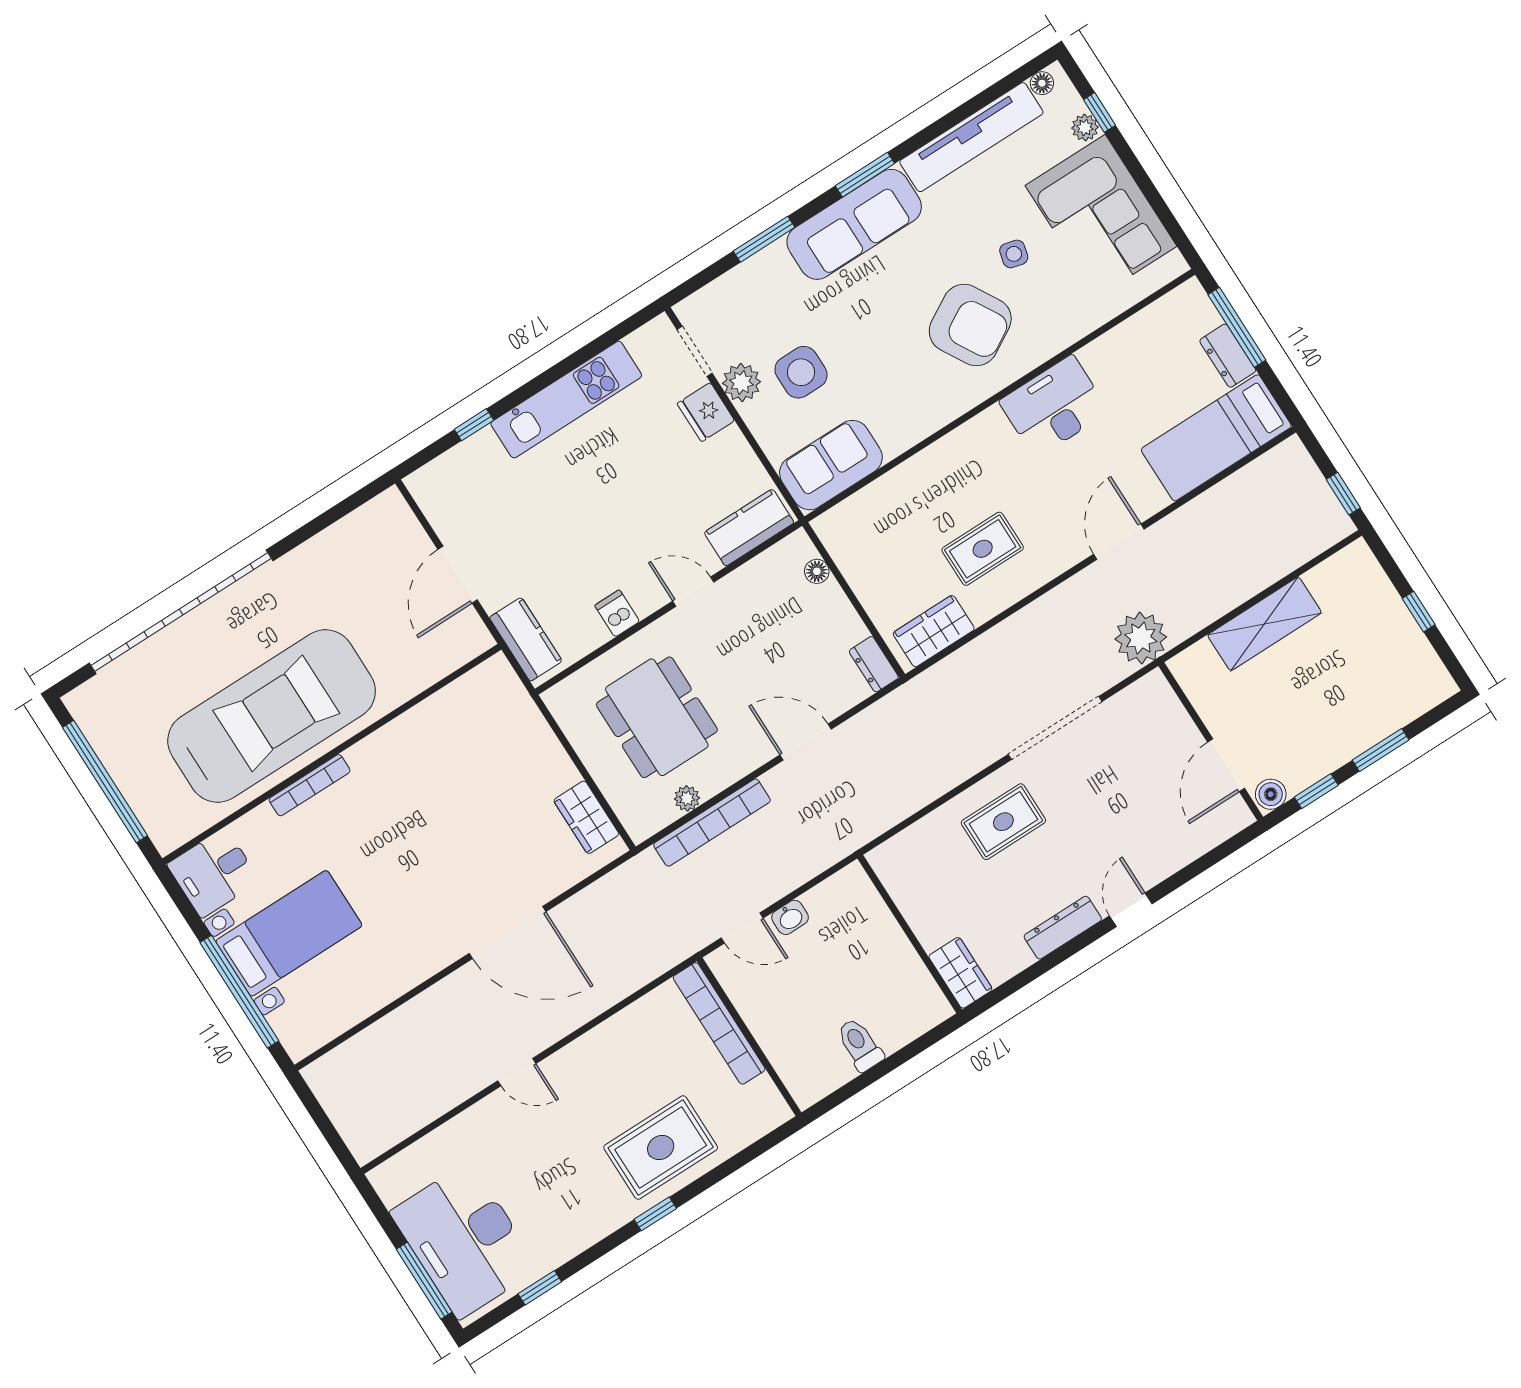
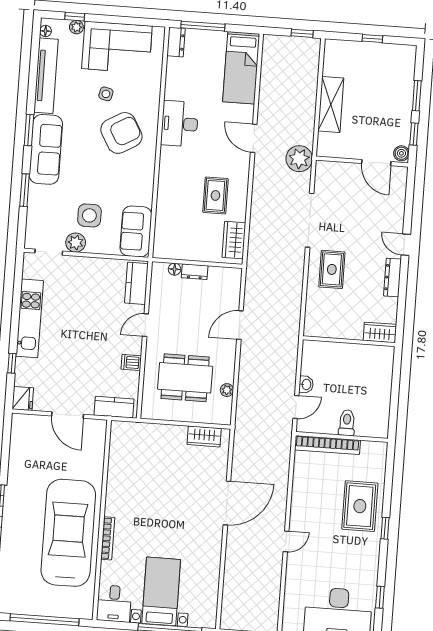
dresser: (1228, 356) -> (176, 42), moved, turned -90
fridge: (706, 412) -> (23, 398), moved, turned -90
dresser: (874, 664) -> (195, 272), moved
bookcase: (712, 823) -> (244, 387), removed
toilet: (860, 1045) -> (347, 423), moved, turned 90

